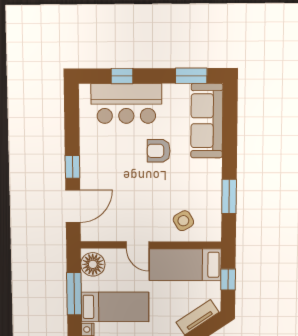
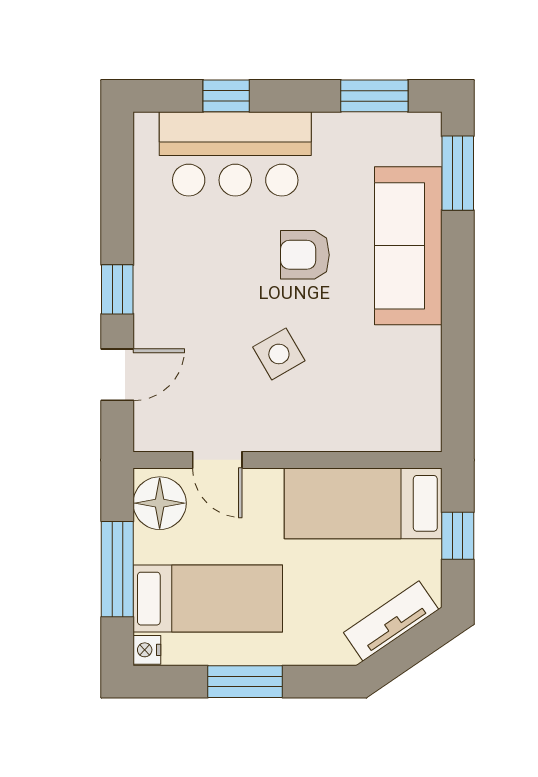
sofa: (207, 121) -> (408, 246), moved
window: (229, 196) -> (458, 173), moved
door: (73, 206) -> (117, 375), width x0.73
side table: (183, 221) -> (279, 354), moved
door: (137, 245) -> (217, 460), moved

